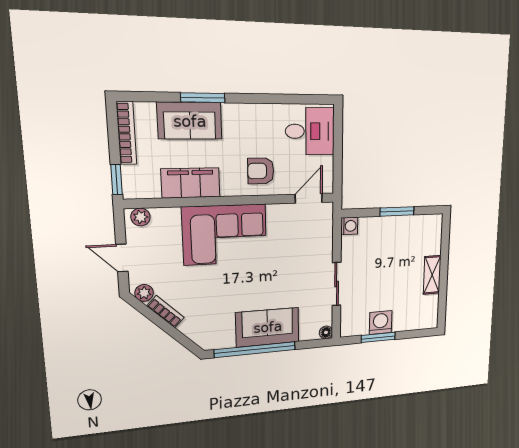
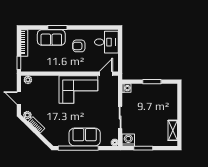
armchair: (261, 171) -> (79, 46), moved
filing cabinet: (191, 183) -> (51, 65), removed
corner sofa: (225, 235) -> (78, 90), moved
shelving: (432, 275) -> (173, 130), moved
washing machine: (381, 322) -> (128, 140), moved

